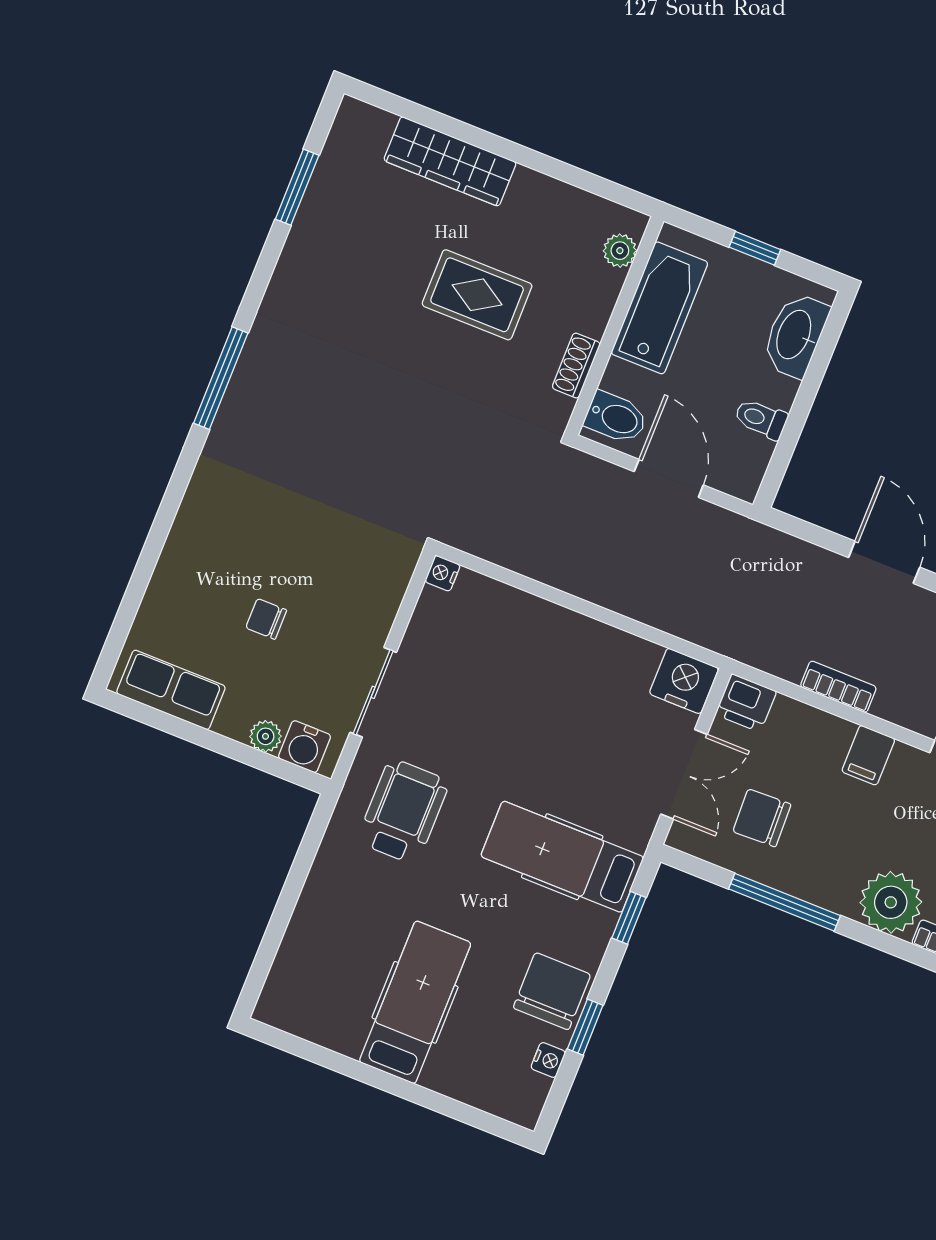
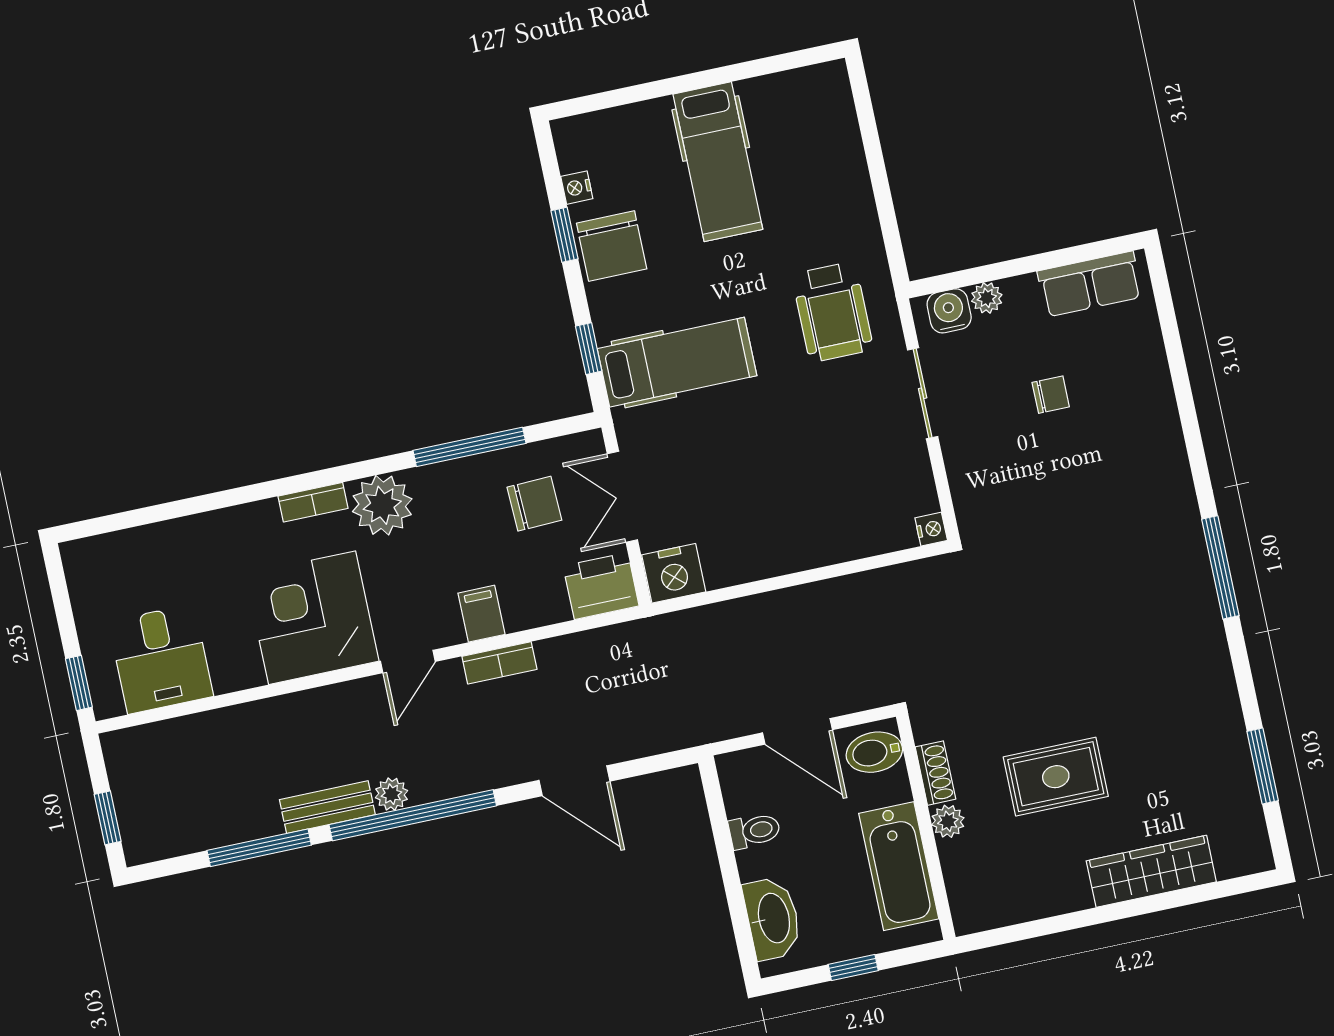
plant: (620, 251) -> (948, 821), moved
bookcase: (838, 687) -> (499, 663), moved
printer: (746, 703) -> (601, 586), width x1.36, depth x1.24

